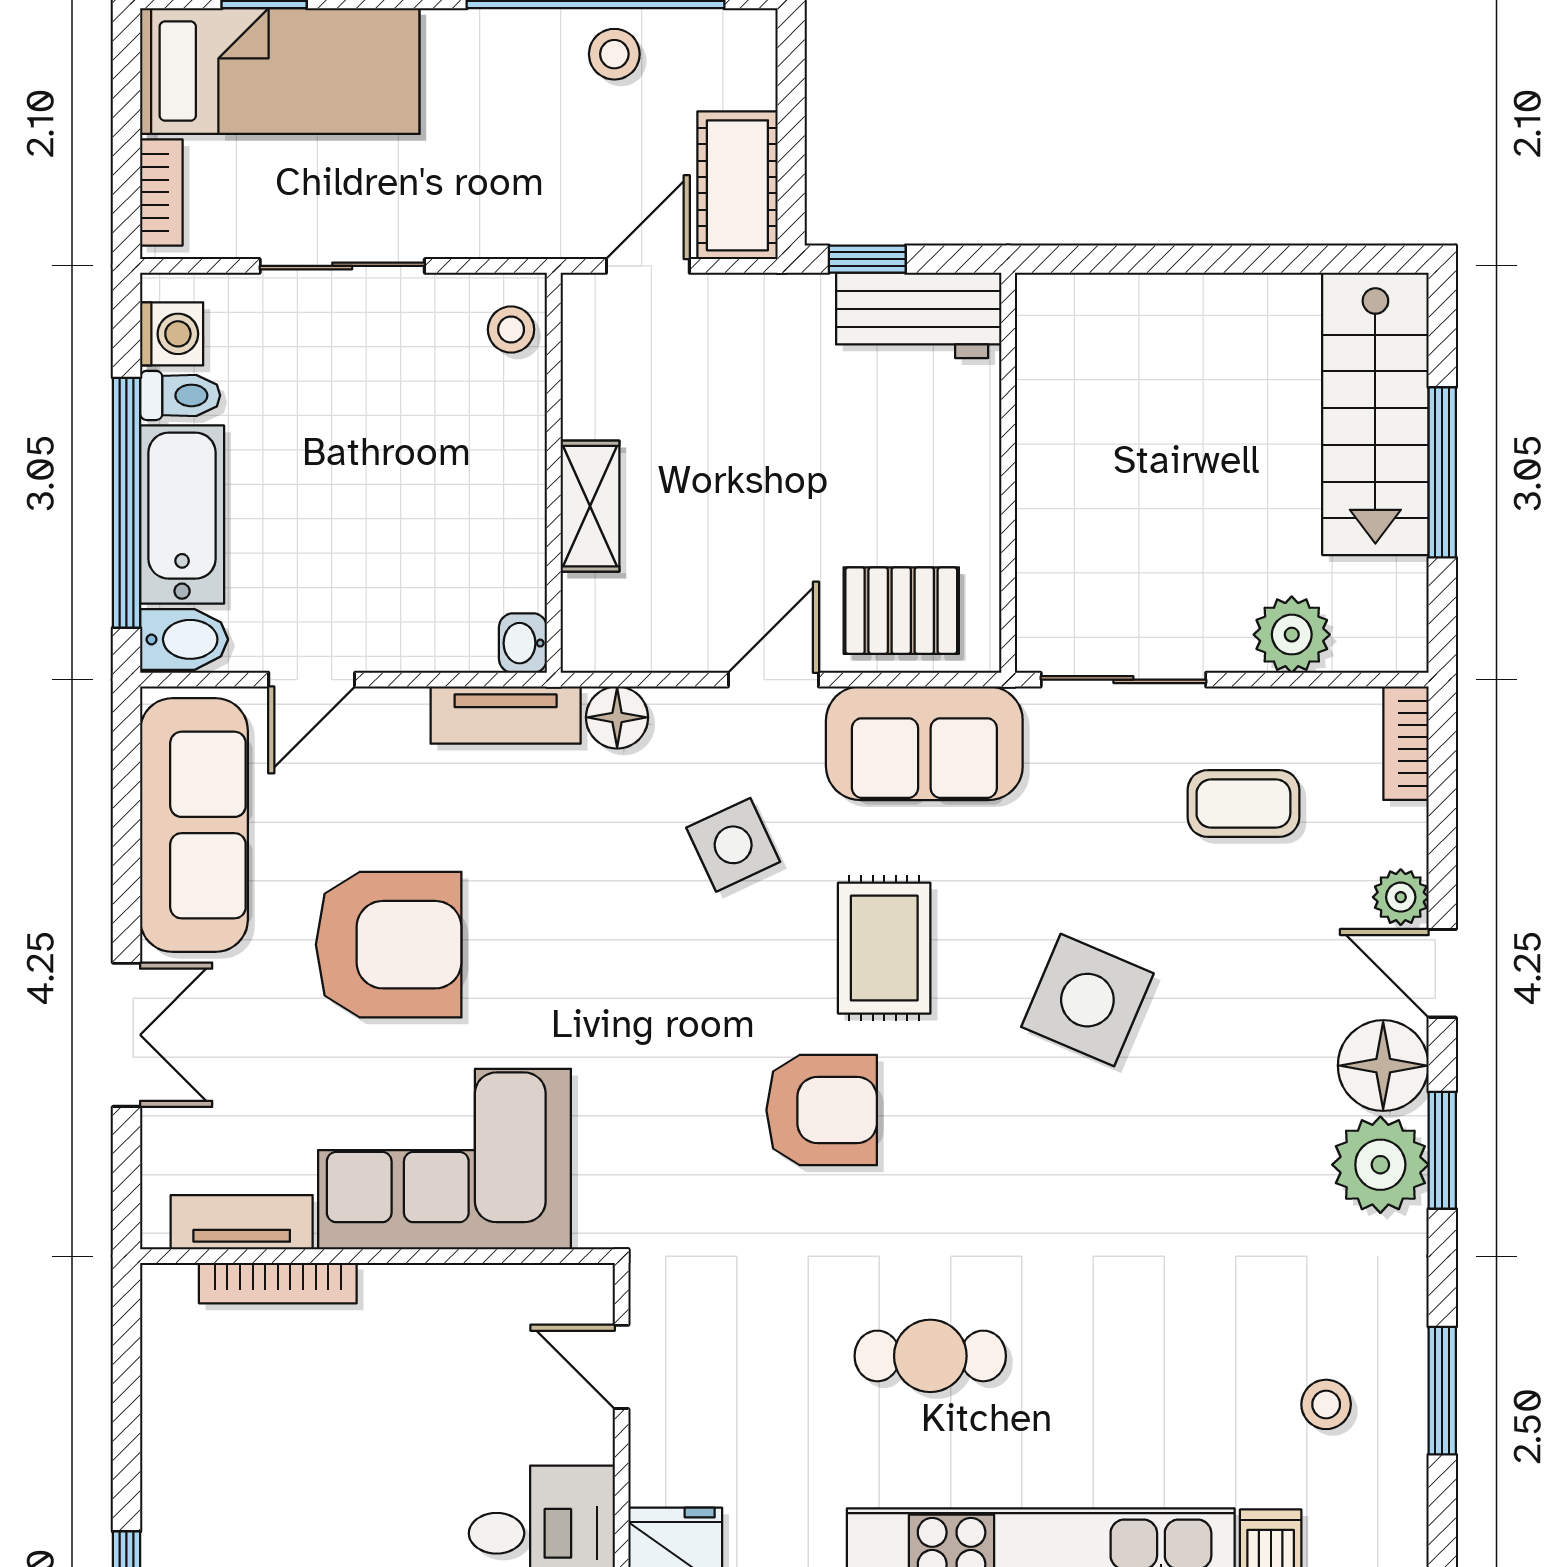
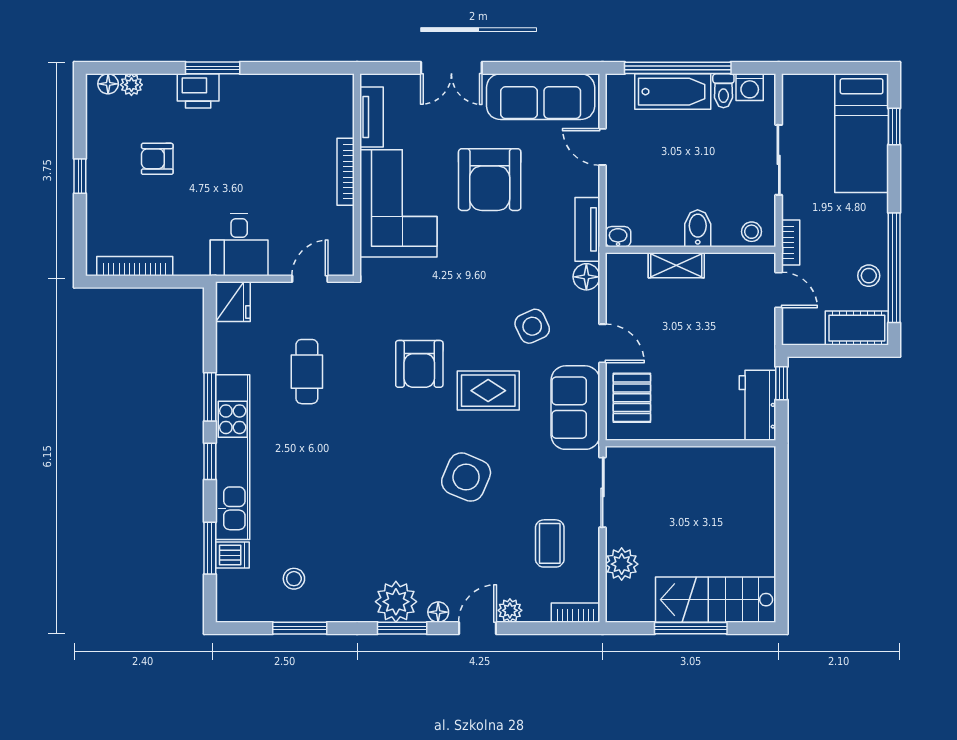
cot: (737, 185) -> (857, 328), moved
bookcase: (161, 192) -> (791, 242), moved, turned -90
bidet: (184, 639) -> (698, 228), moved, turned 180
floor lamp: (1383, 1066) -> (438, 612), width x0.53, depth x0.53
bookcase: (278, 1283) -> (346, 172), moved
cafe table: (930, 1356) -> (307, 372), moved

